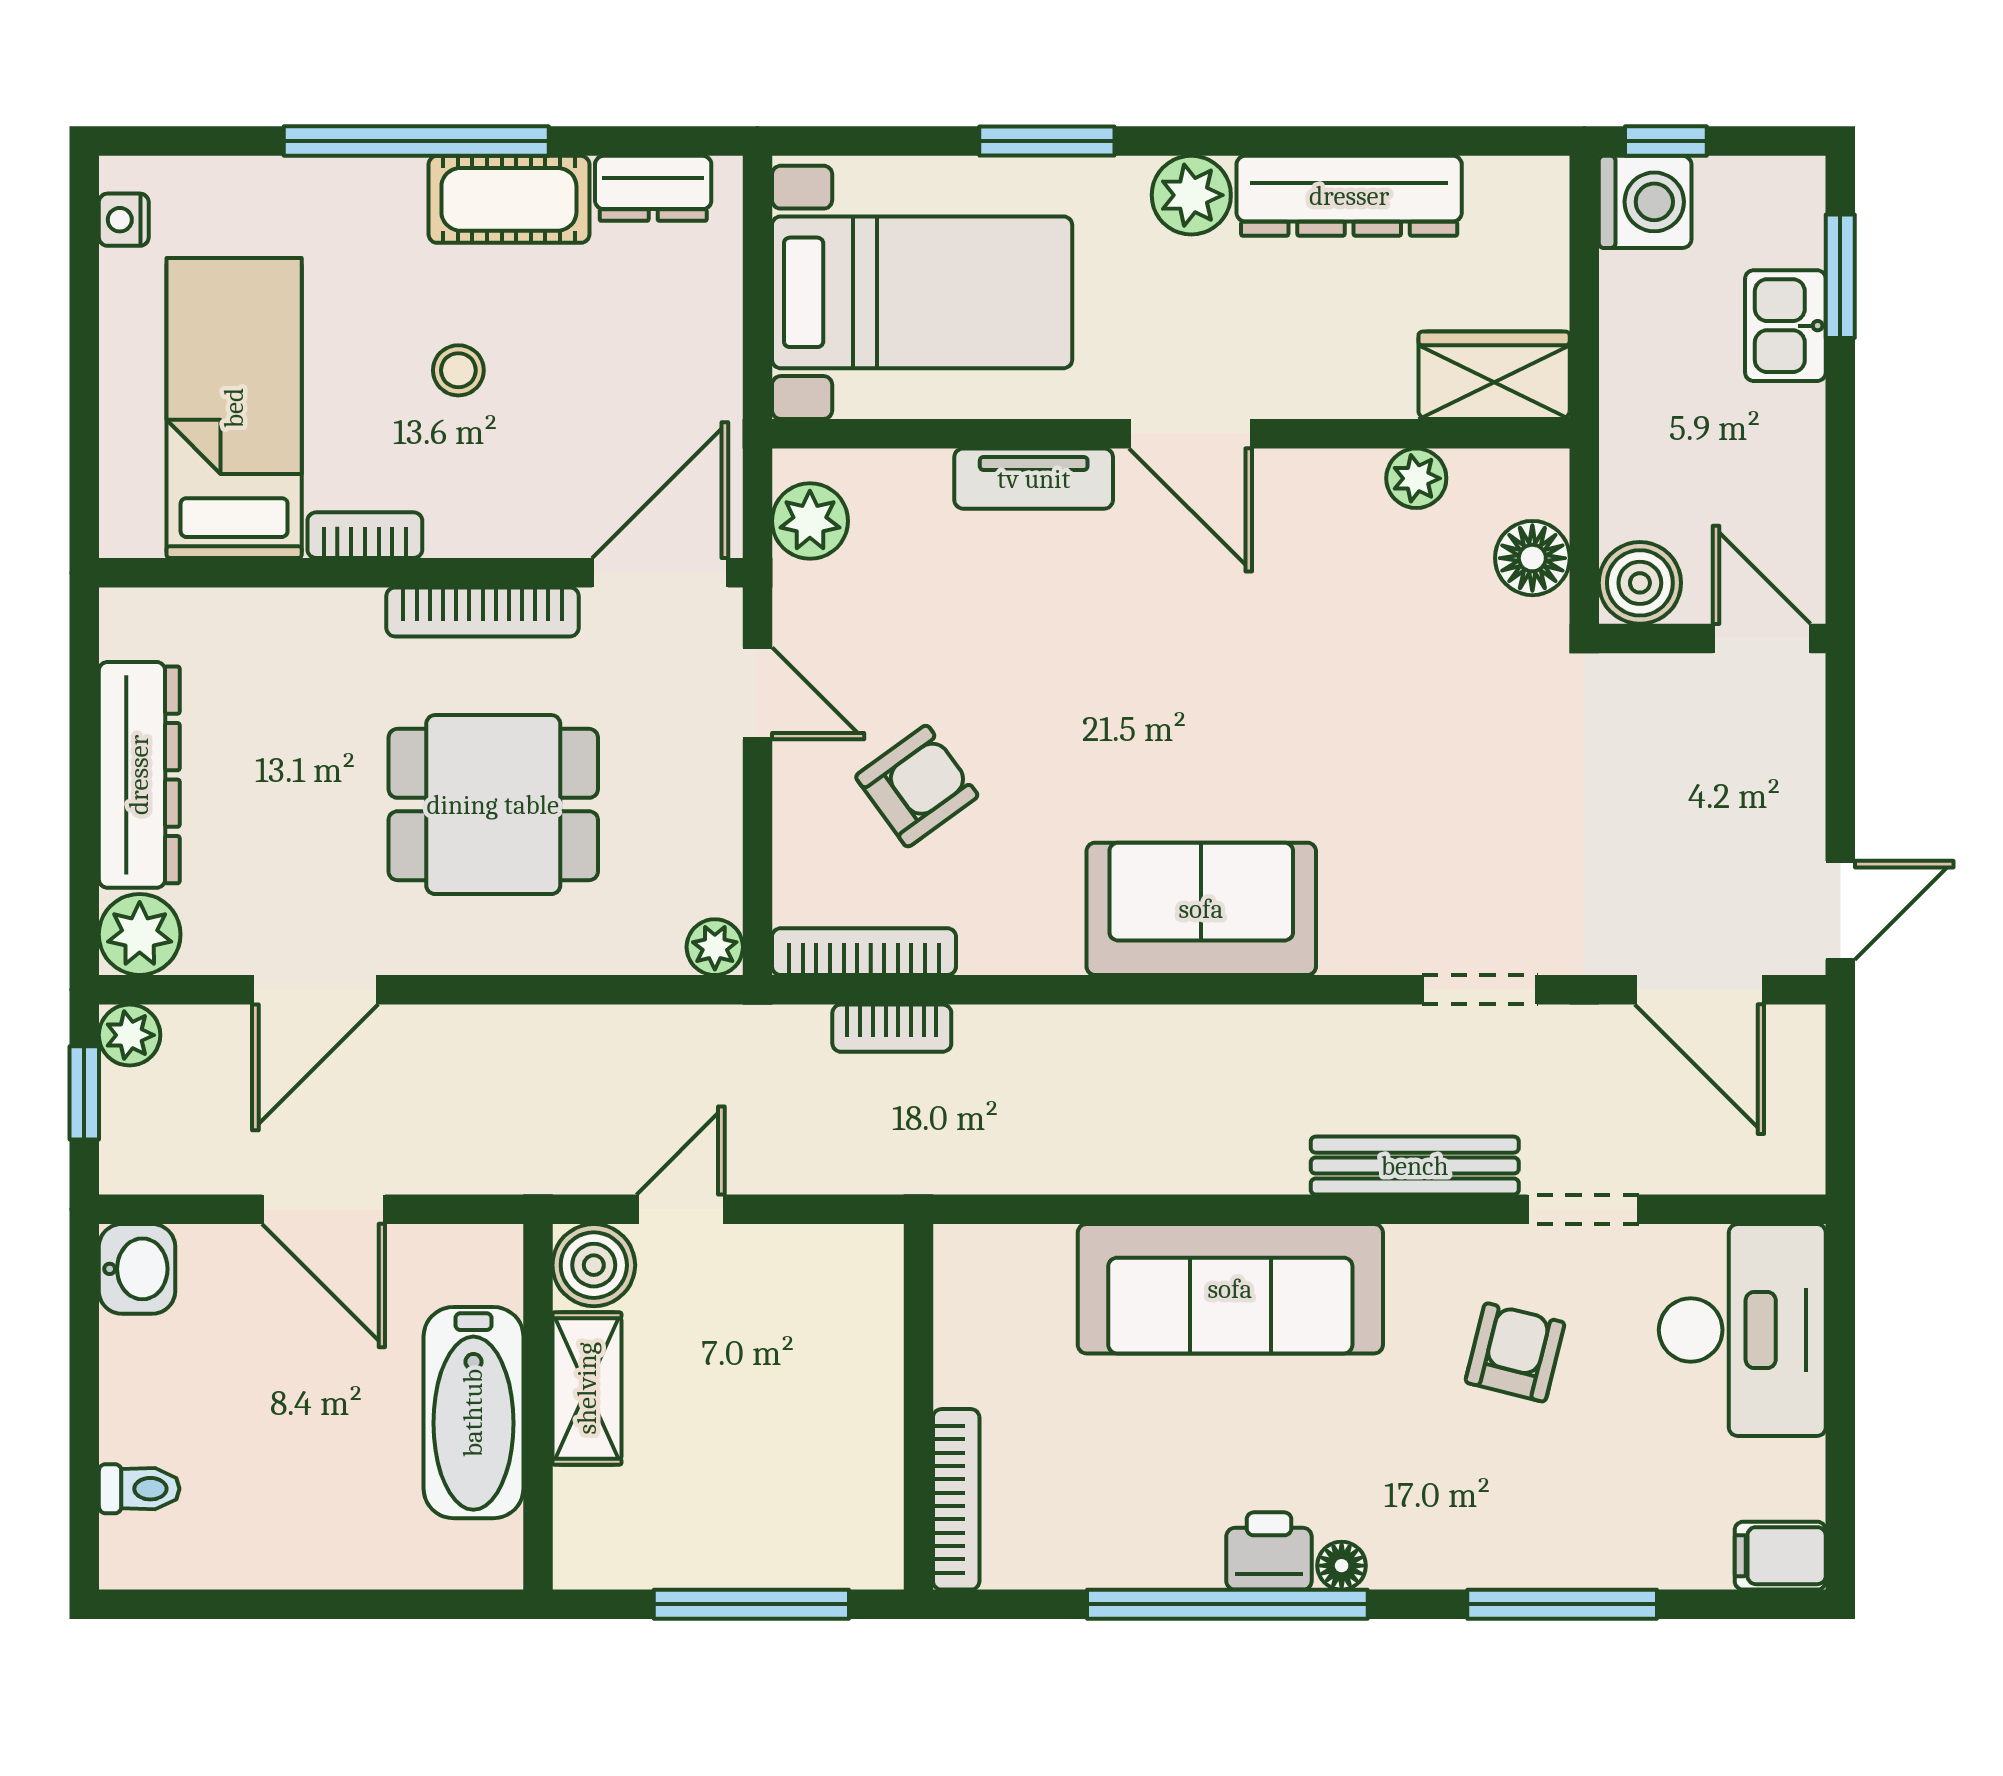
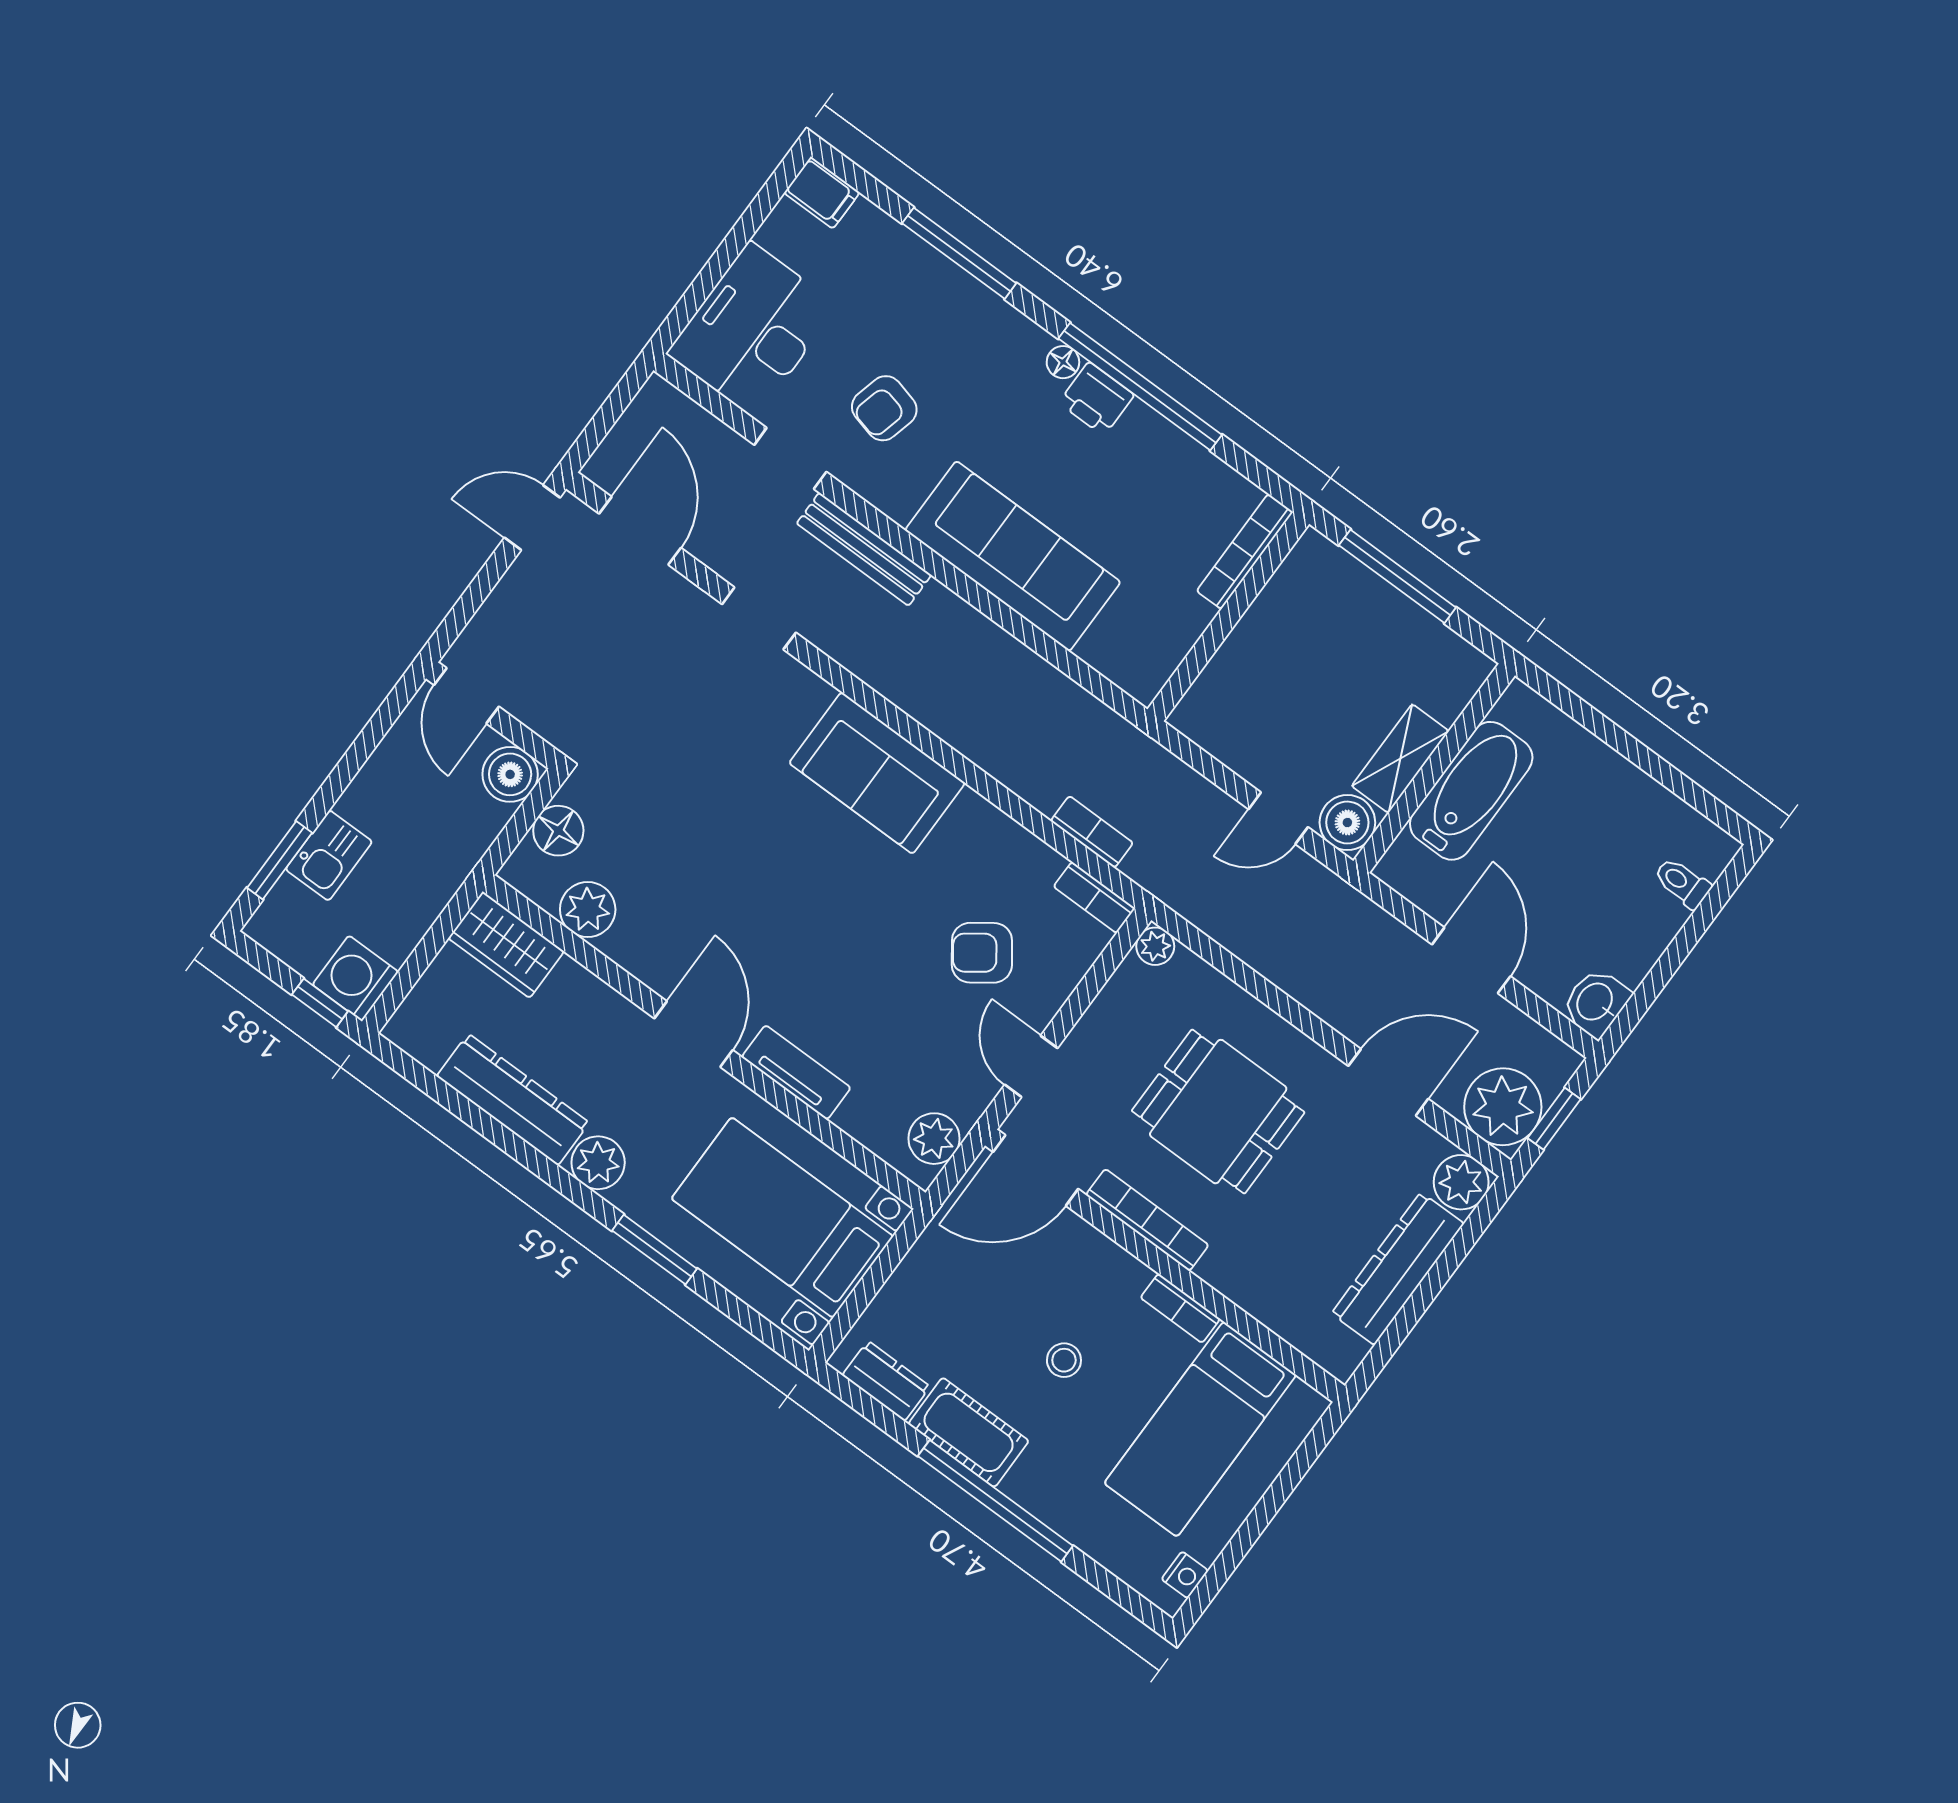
plant: (1416, 478) -> (588, 910), width x1.38, depth x1.38
bookcase: (864, 952) -> (1094, 897), width x0.64
plant: (130, 1035) -> (1503, 1107), width x1.88, depth x1.88

